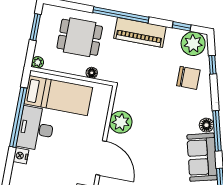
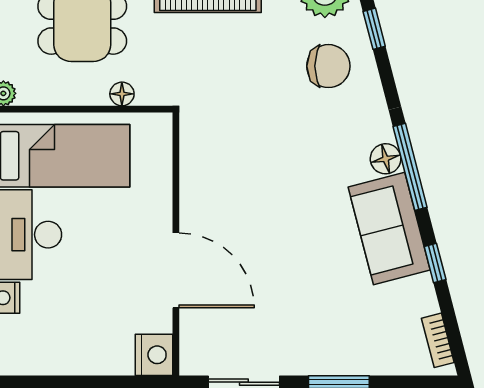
plant: (121, 122) -> (203, 187), removed

